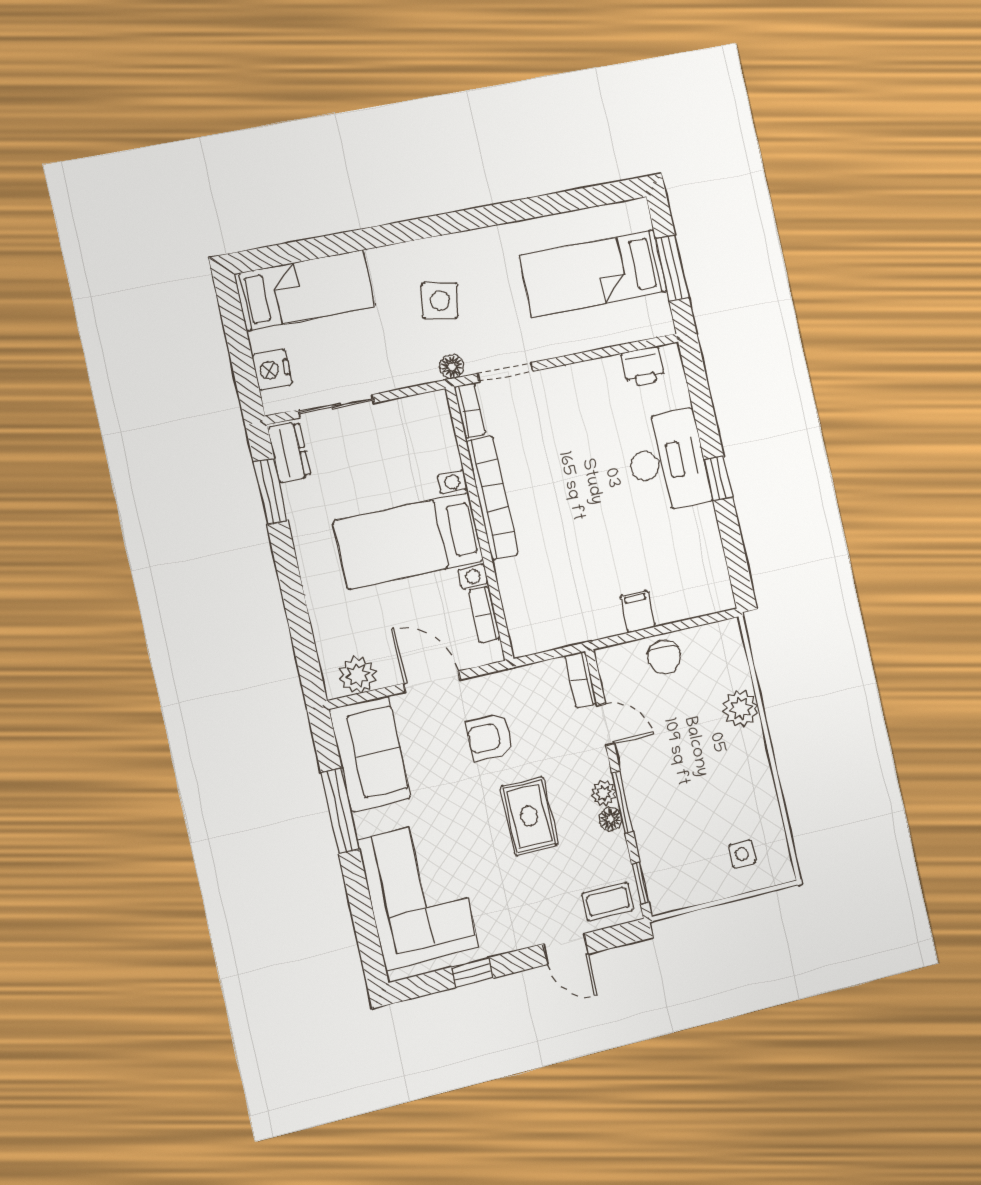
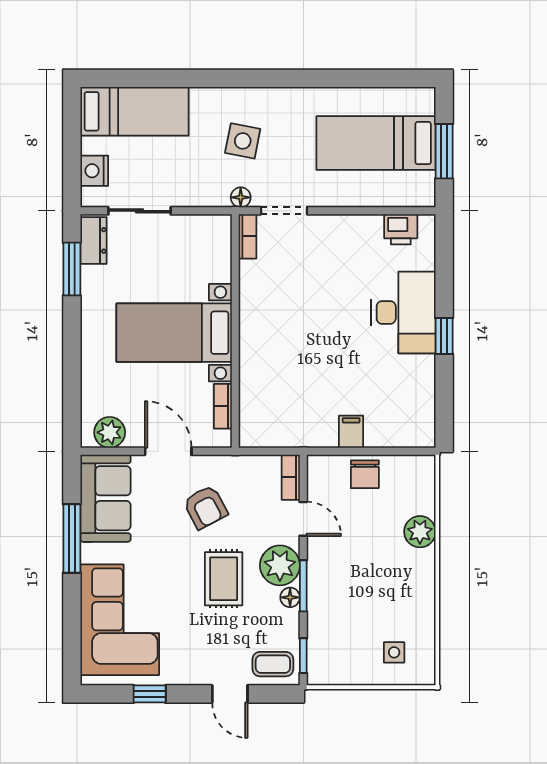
bookcase: (492, 498) -> (250, 312), removed
armchair: (490, 737) -> (205, 507), turned -118
plant: (604, 793) -> (280, 565), width x1.87, depth x1.87

